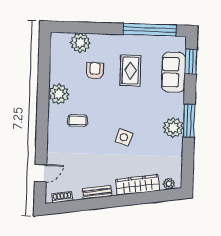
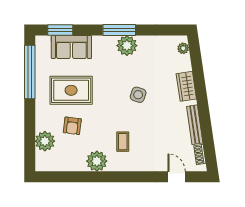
armchair: (95, 71) -> (72, 126), turned -83
rug: (130, 71) -> (71, 90), width x1.36, depth x1.43
wardrobe: (138, 185) -> (186, 86), width x0.67
bench: (97, 192) -> (195, 125), width x1.36

